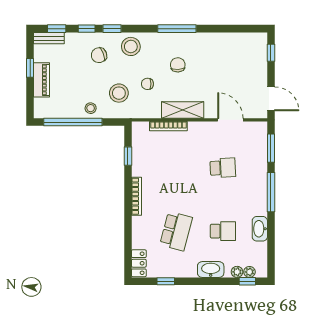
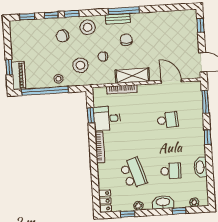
bench: (49, 38) -> (118, 19), moved
window: (30, 68) -> (9, 67), moved
piano: (42, 80) -> (19, 76), moved
desk: (148, 161) -> (107, 118), added
window: (271, 192) -> (208, 137), width x0.46
school desk: (176, 231) -> (133, 173), turned -33
plant: (237, 272) -> (138, 206), moved
window: (247, 281) -> (179, 211), moved

